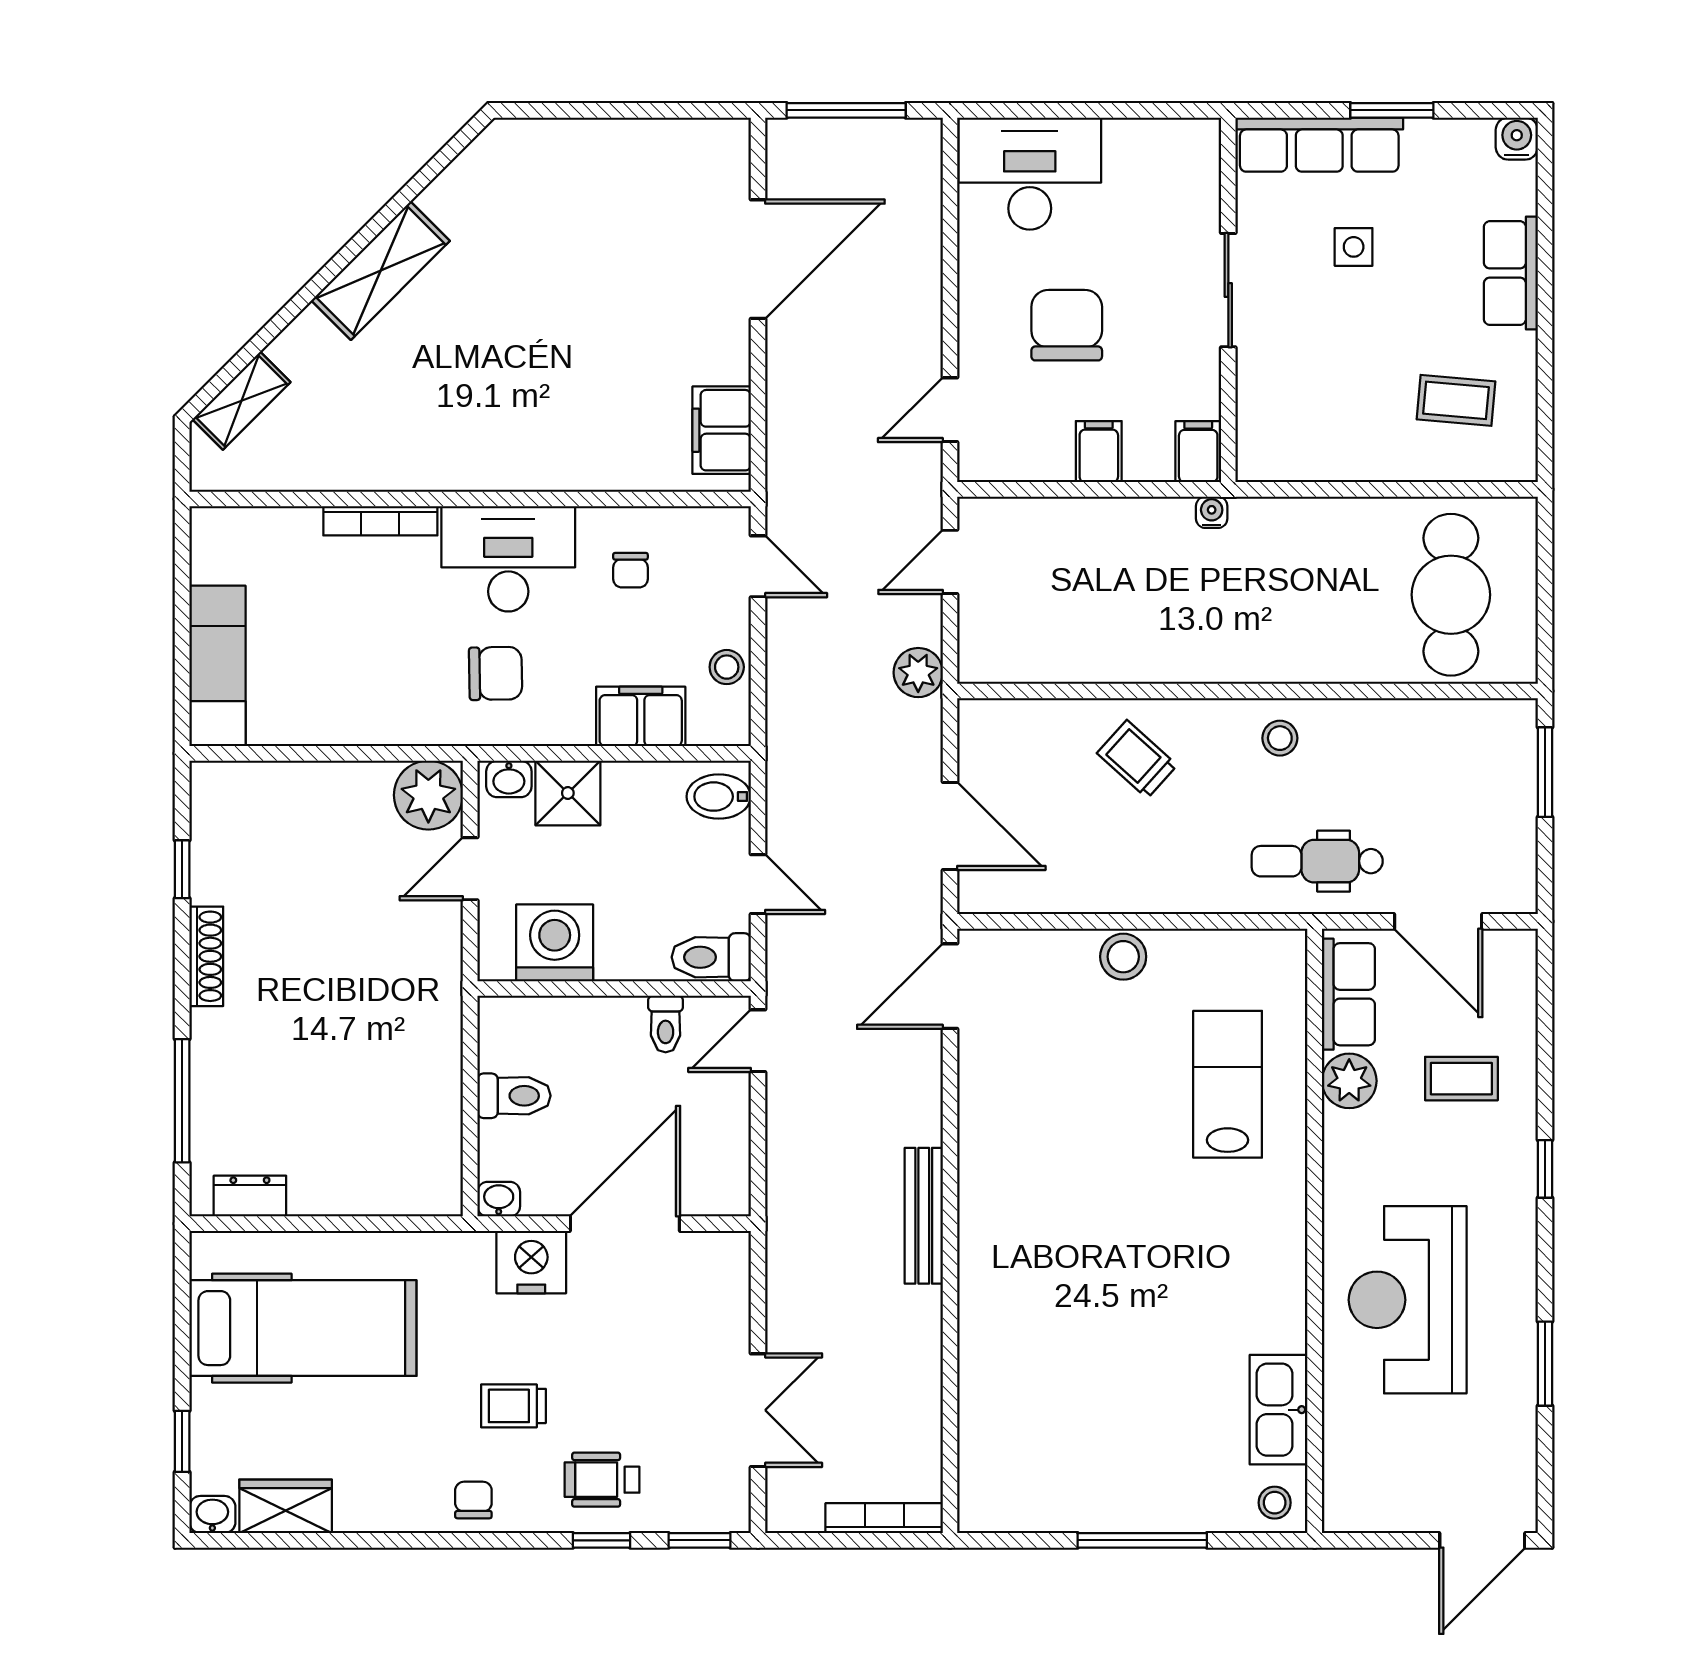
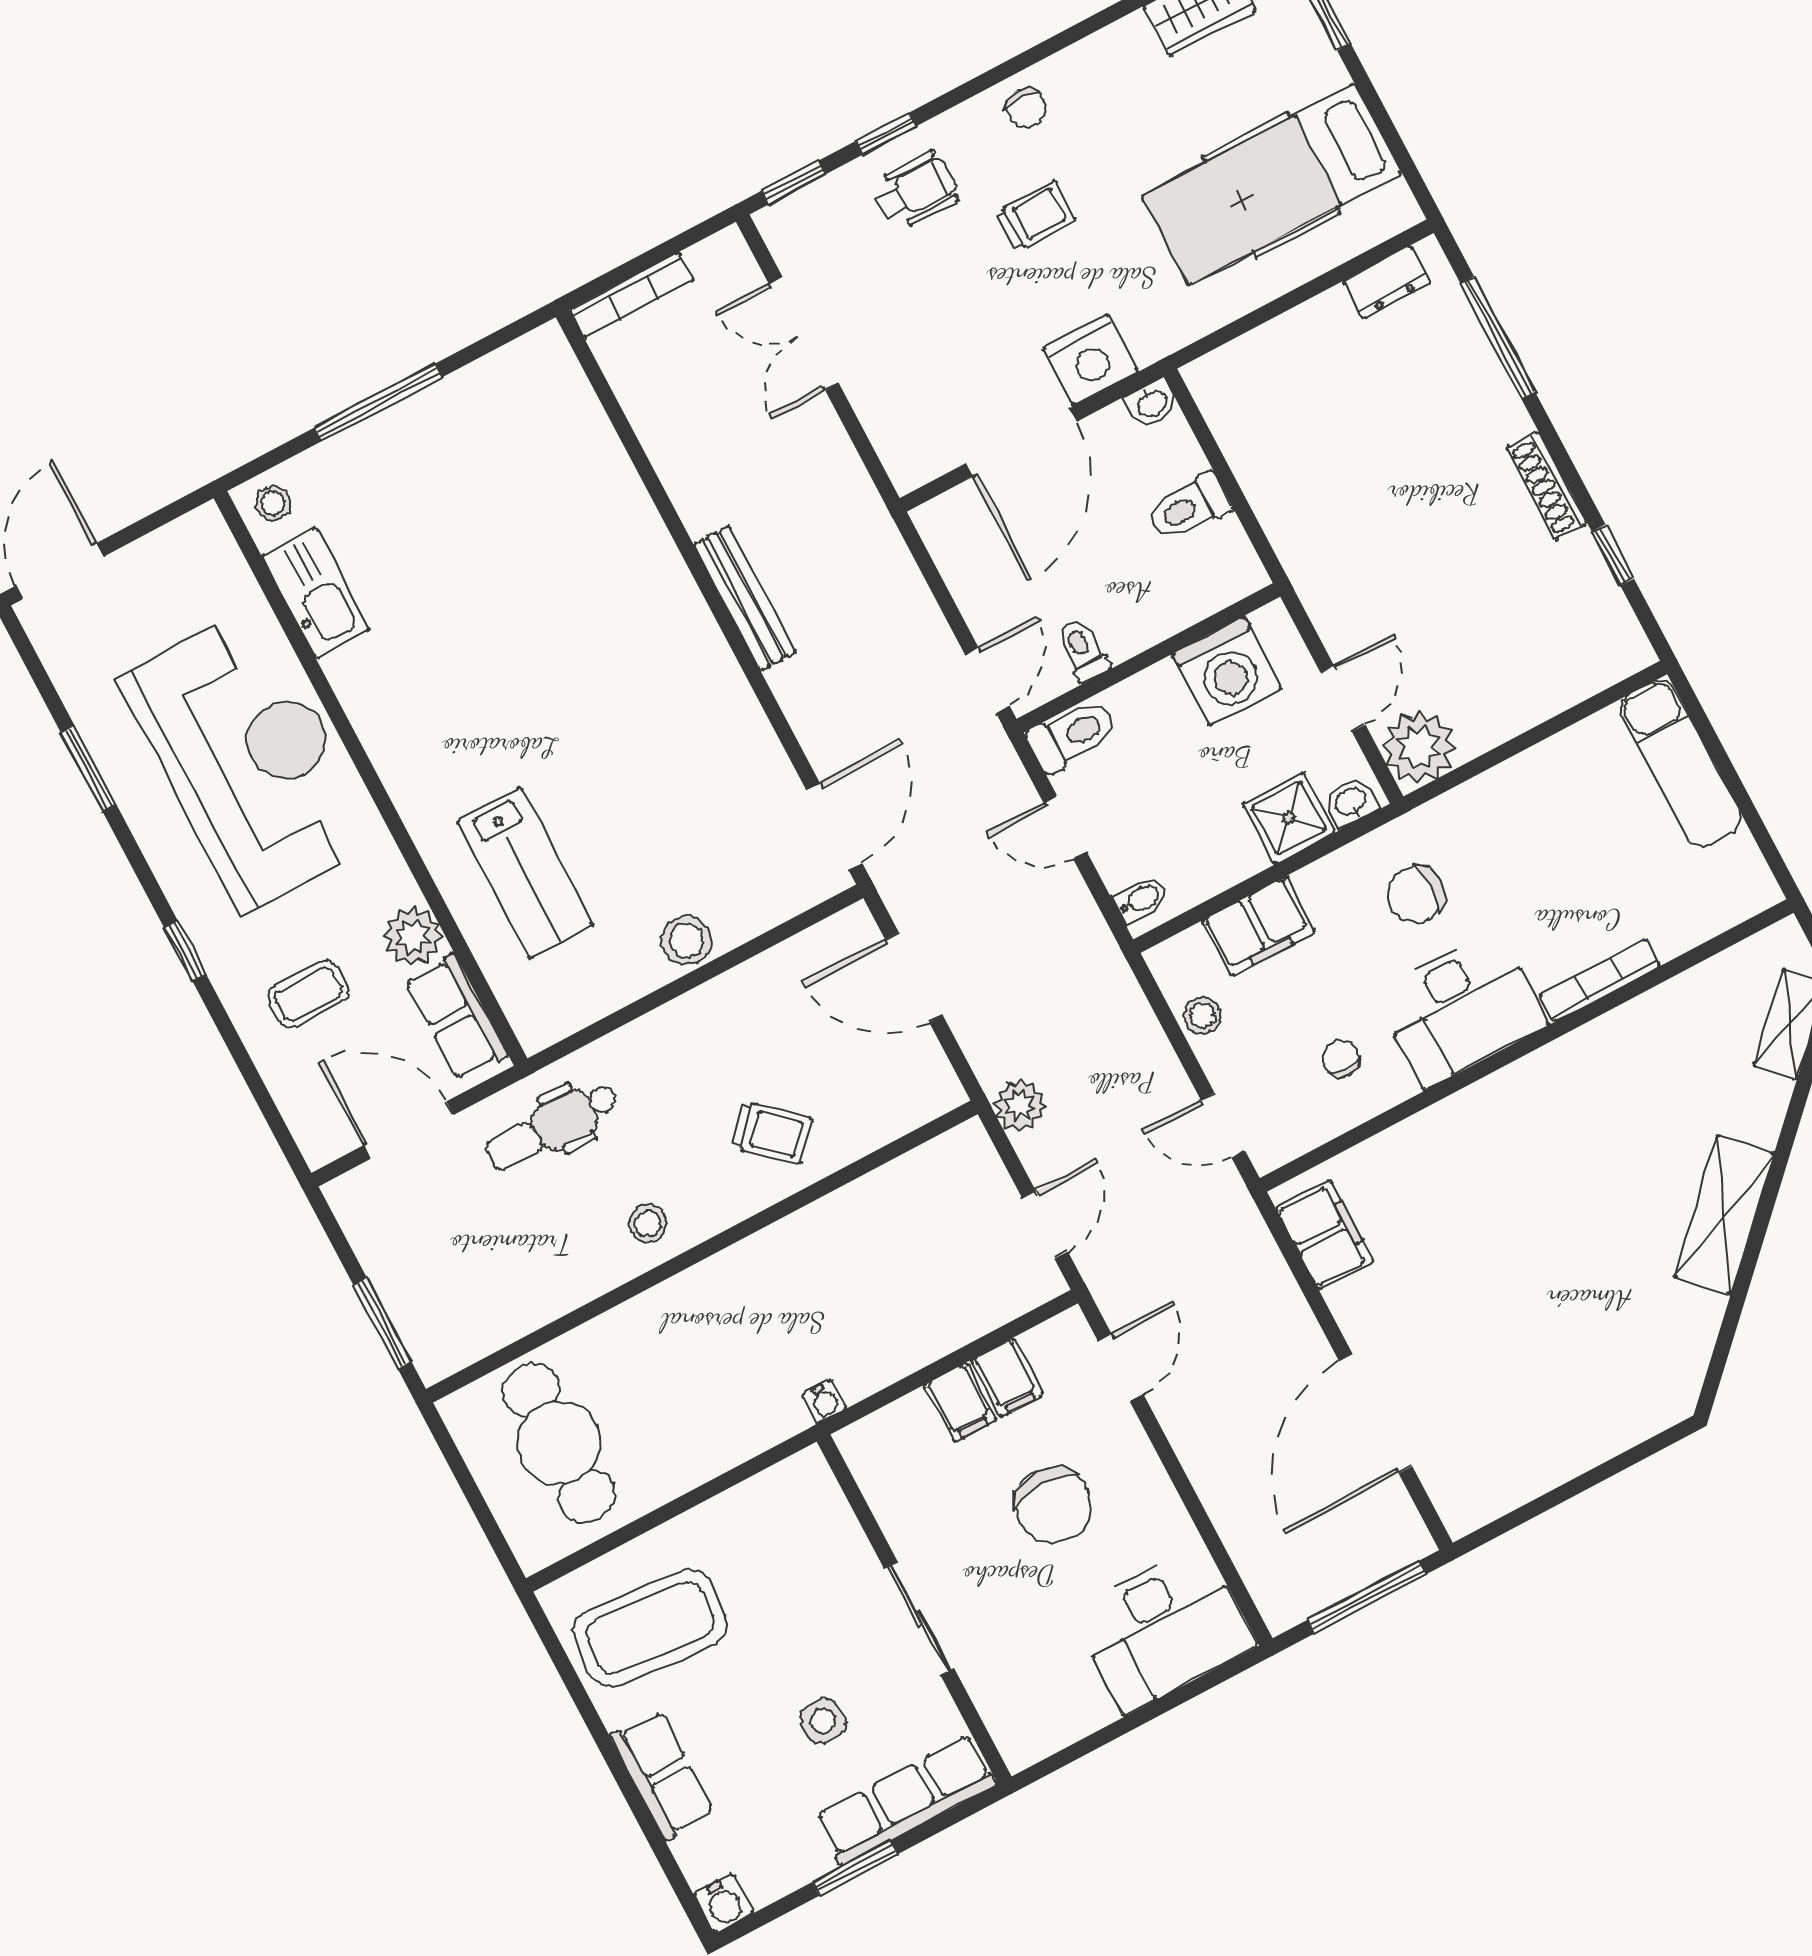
coffee table: (1456, 400) -> (650, 1628), width x1.86, depth x1.72
filing cabinet: (1198, 452) -> (1007, 1378), moved
bidet: (719, 797) -> (1141, 900), width x0.72, depth x0.74
dental chair: (1317, 861) -> (552, 1127), turned 180
reception desk: (1408, 1300) -> (249, 760), width x1.36, depth x1.30

